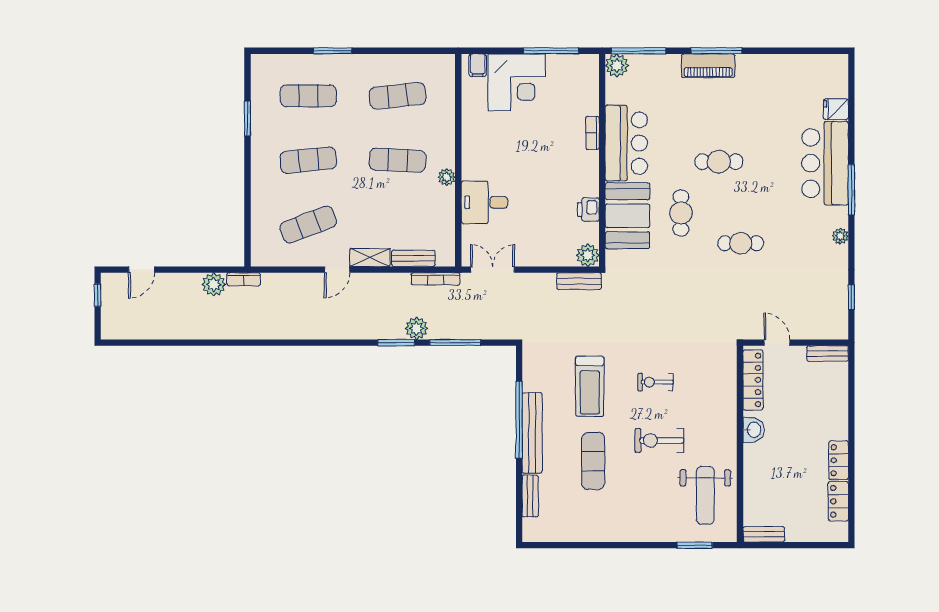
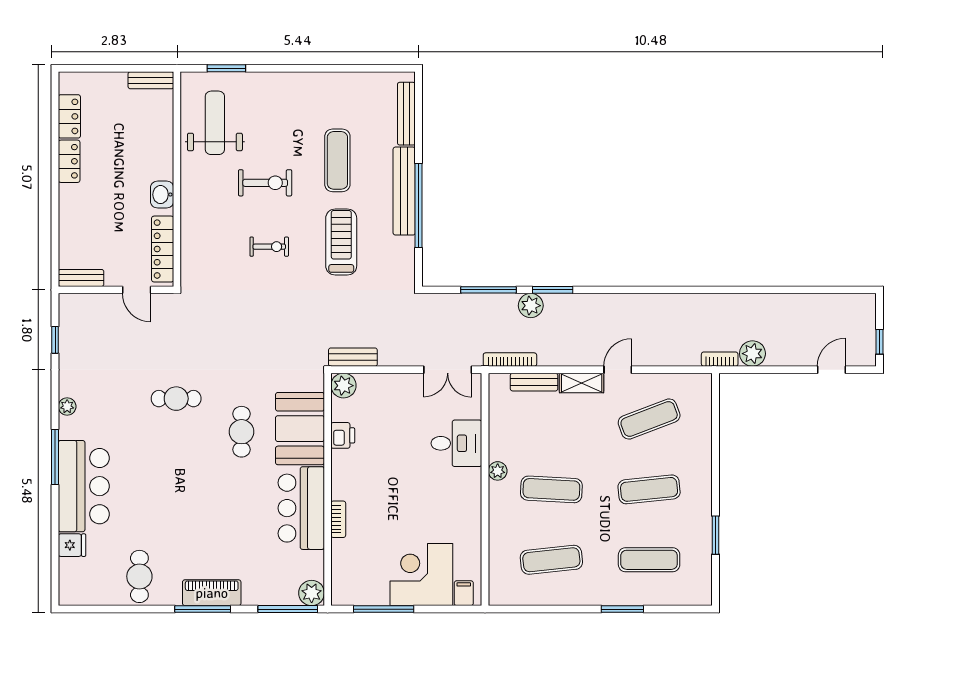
cafe table: (719, 162) -> (139, 576), moved, turned 90
bench: (530, 496) -> (406, 114), width x1.36

